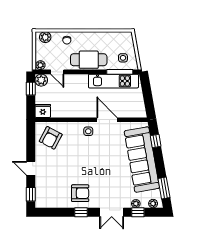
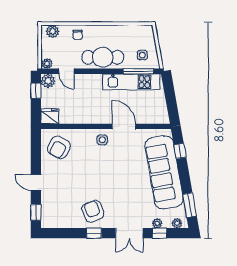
armchair: (80, 193) -> (93, 211), turned -111

